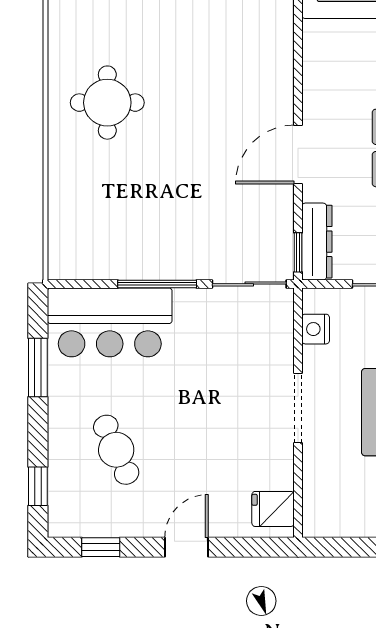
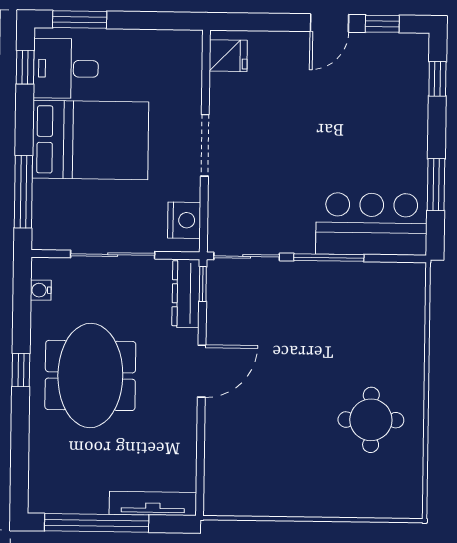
nightstand: (316, 329) -> (184, 220), width x1.36, depth x1.33
cafe table: (116, 450) -> (367, 110), removed
door: (186, 547) -> (329, 23), moved

